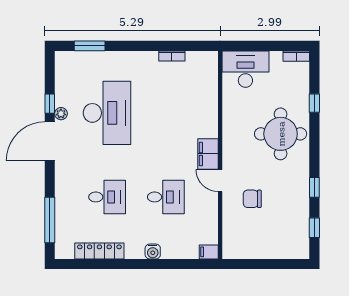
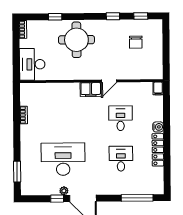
chair: (252, 199) -> (136, 42), moved
locker: (99, 251) -> (158, 150), moved

